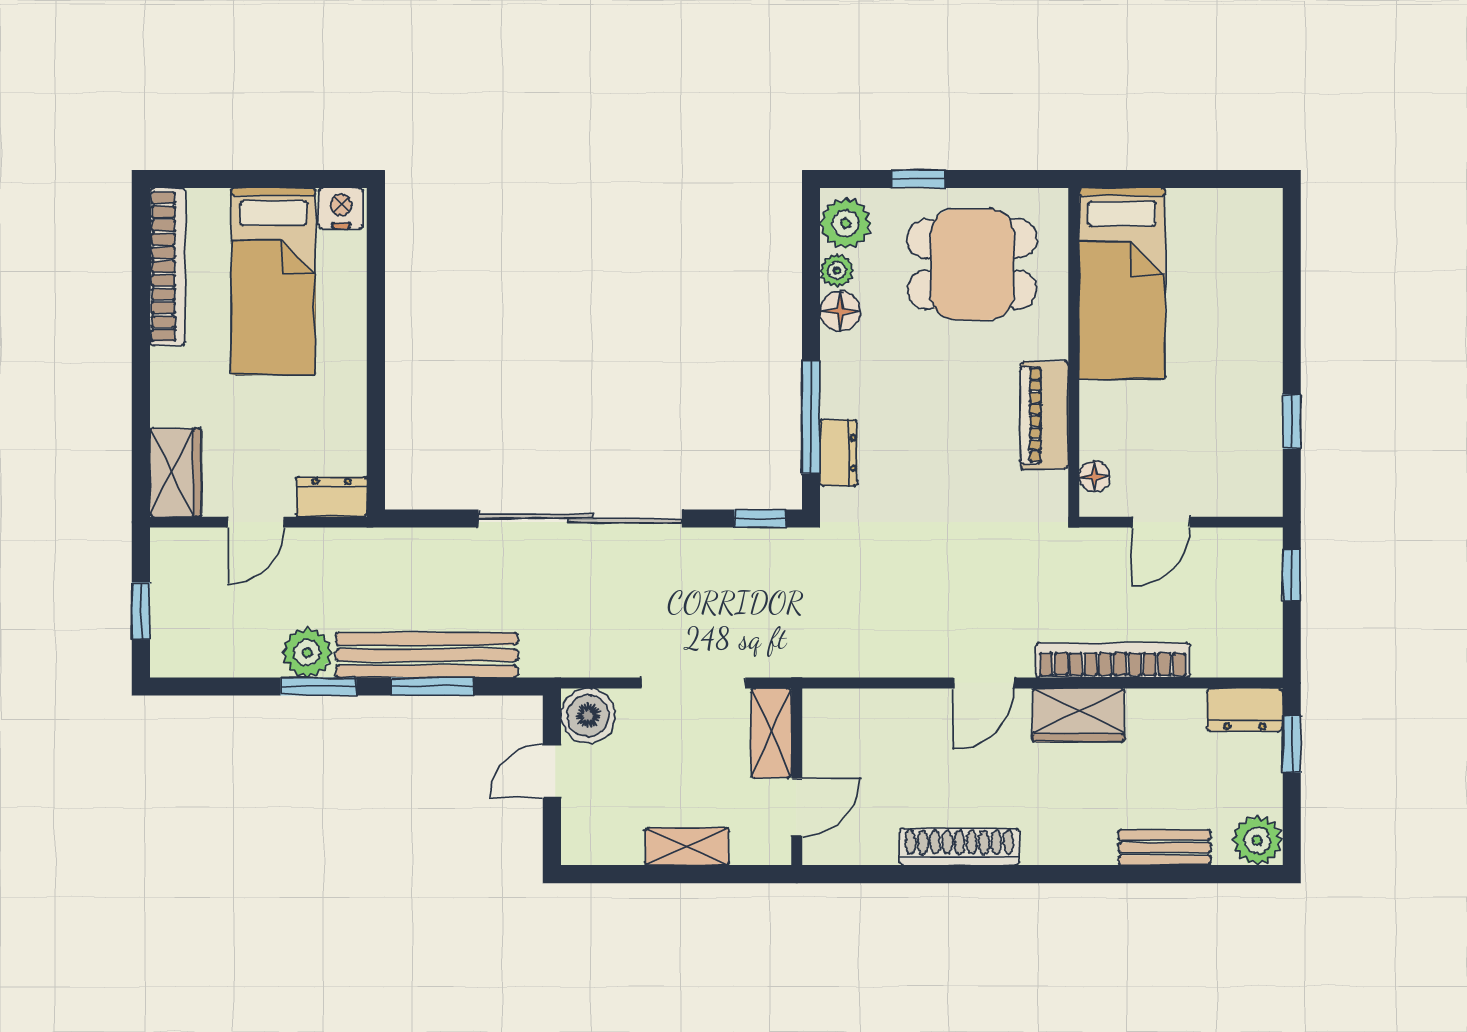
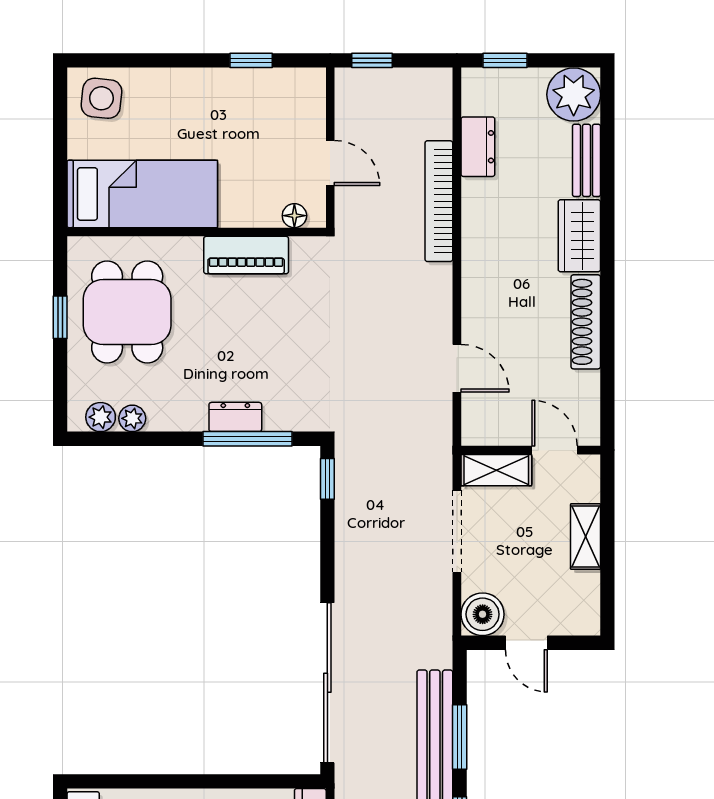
window: (918, 179) -> (60, 317), moved
plant: (846, 223) -> (101, 417), width x0.73, depth x0.73
side table: (1244, 232) -> (101, 98), added
floor lamp: (840, 311) -> (164, 416), removed
dresser: (839, 453) -> (235, 417), moved
sliding door: (580, 519) -> (327, 683), moved
door: (984, 683) -> (457, 368), moved
dresser: (1245, 710) -> (478, 147), moved
wardrobe: (1078, 715) -> (579, 236), moved, turned 180
plant: (1257, 840) -> (574, 95), width x1.36, depth x1.36

